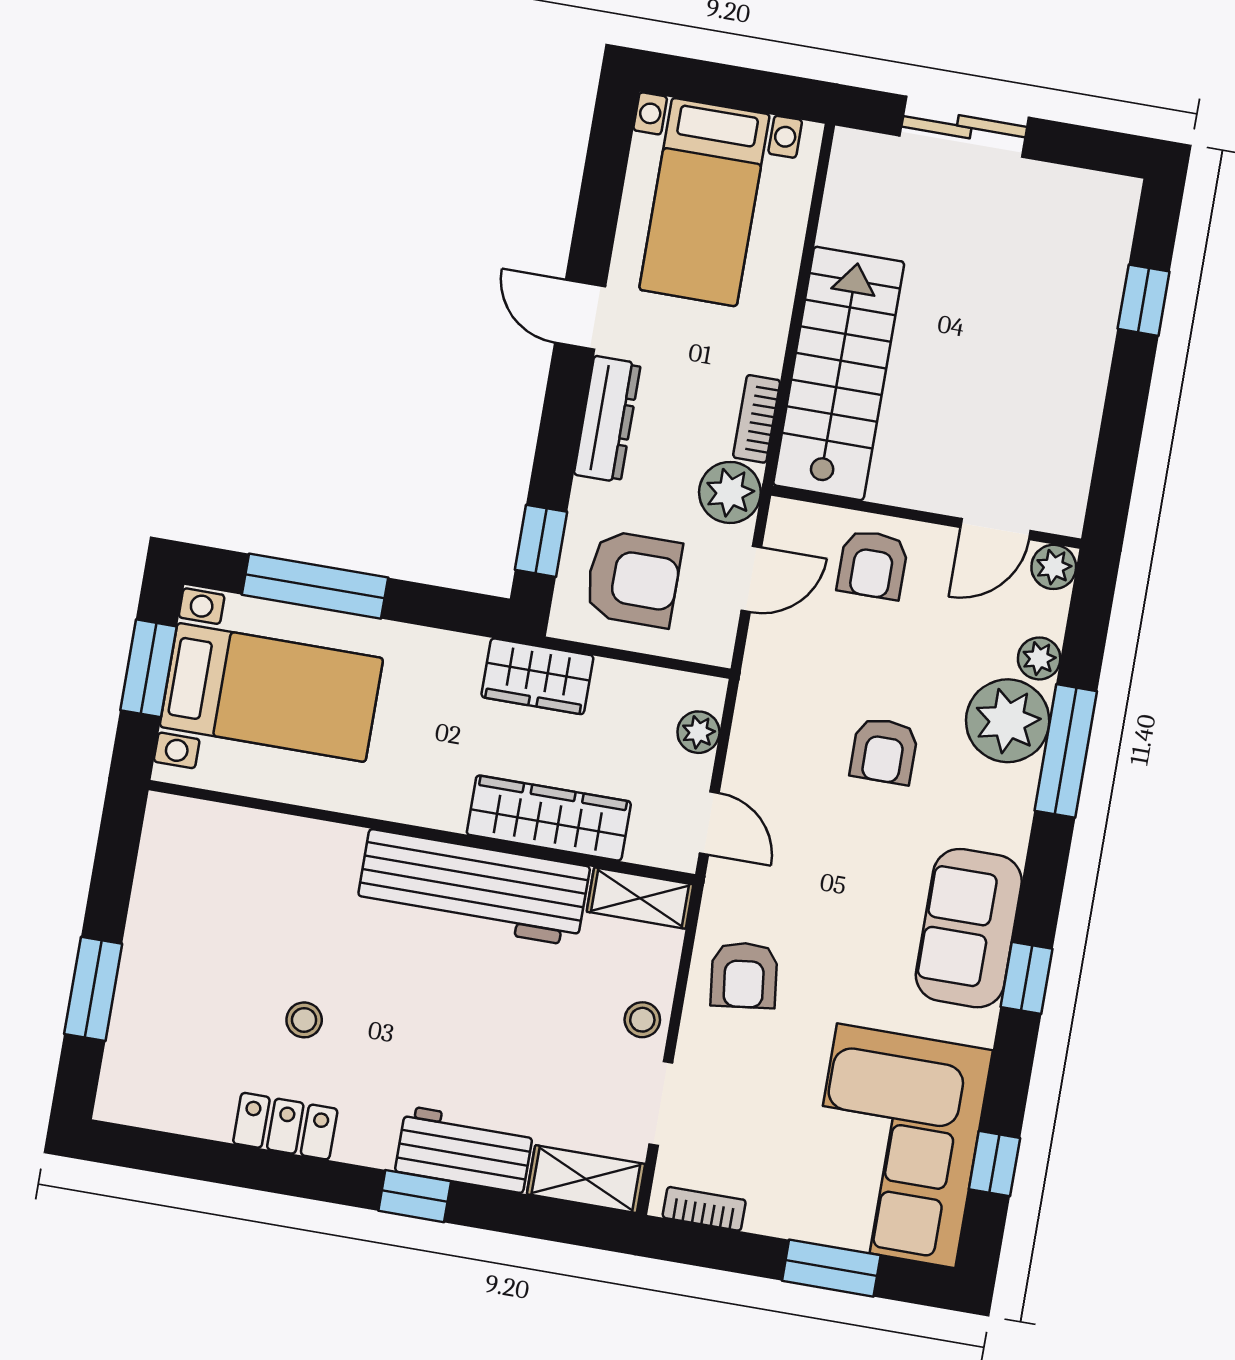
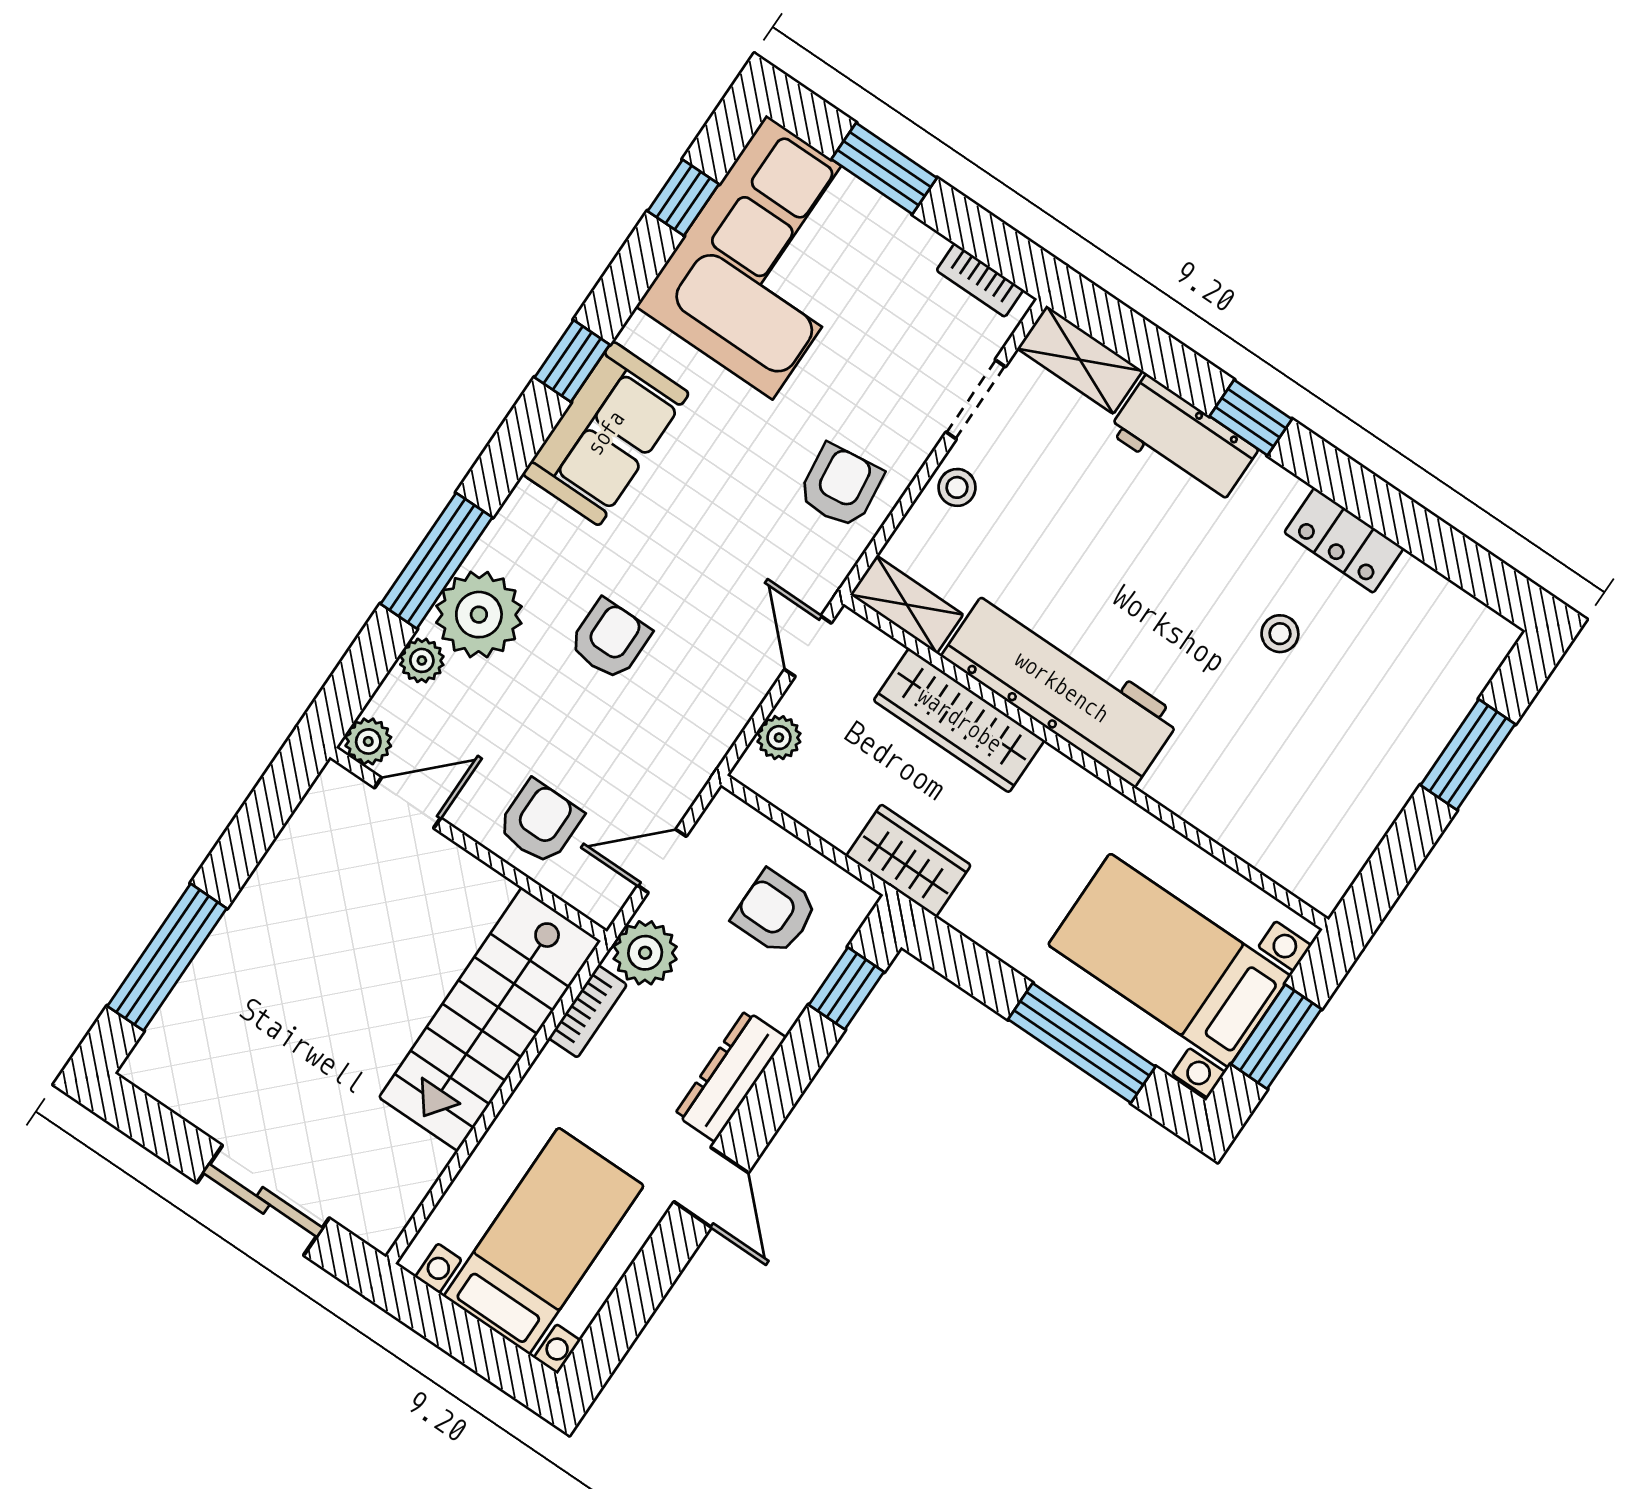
window: (1144, 300) -> (167, 957), width x2.17
armchair: (633, 579) -> (775, 912), width x0.72, depth x0.72

